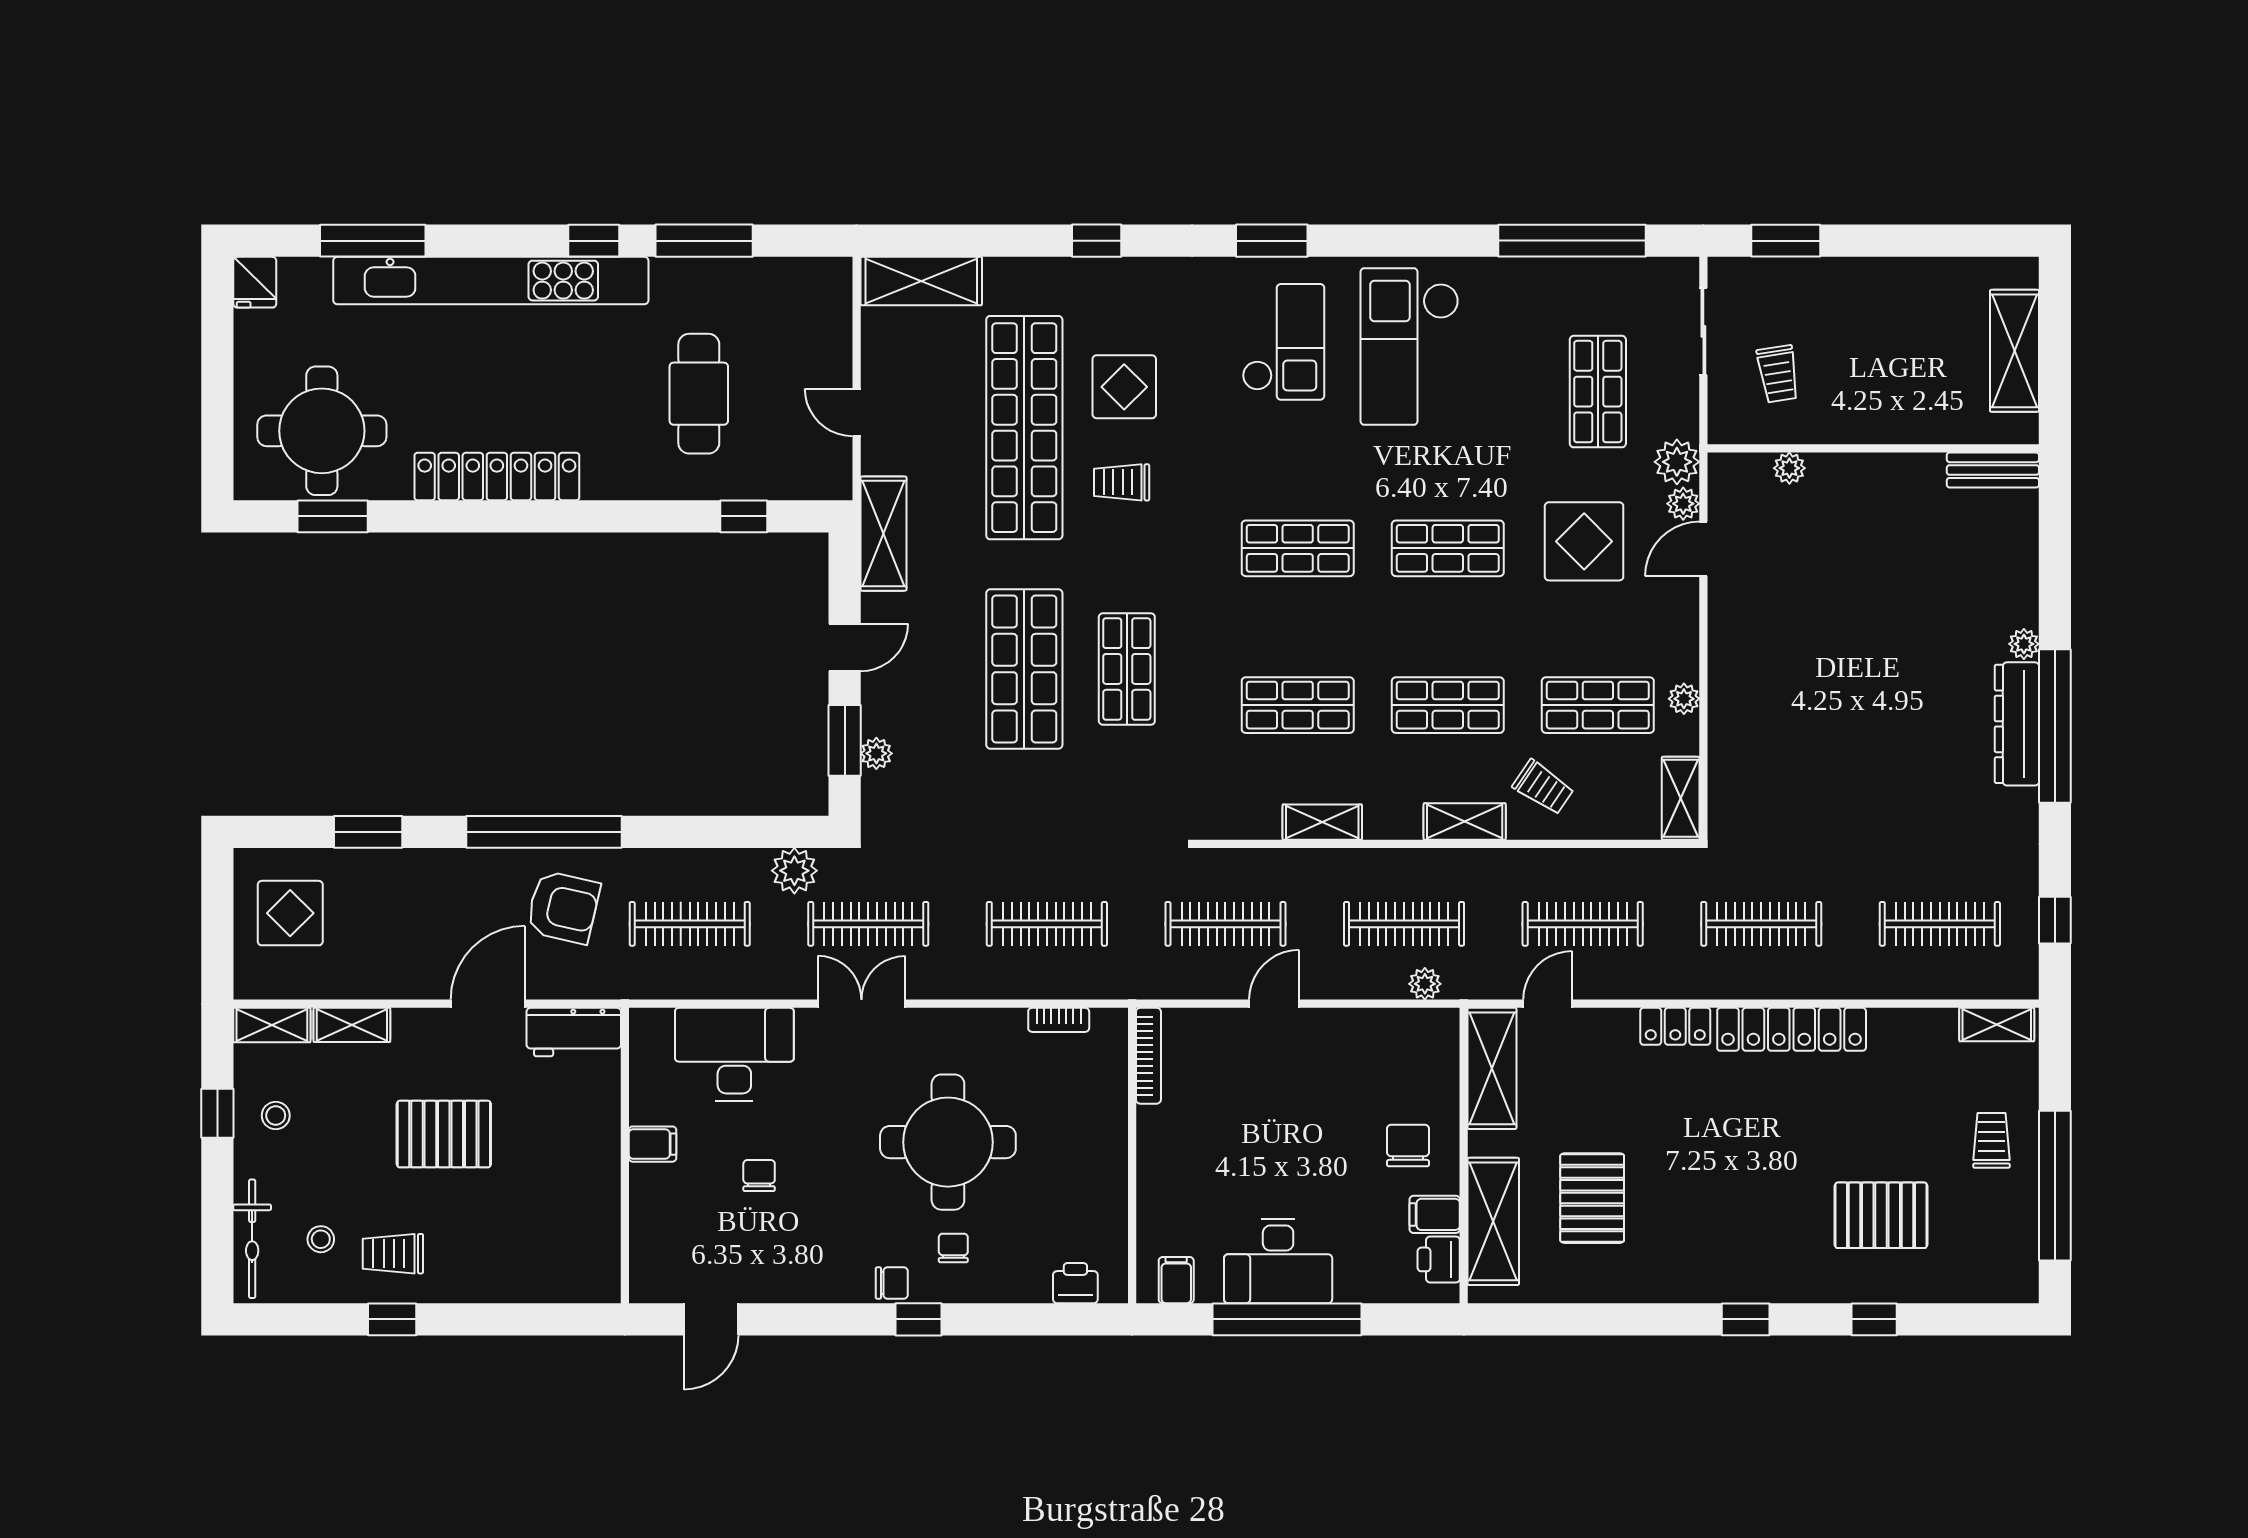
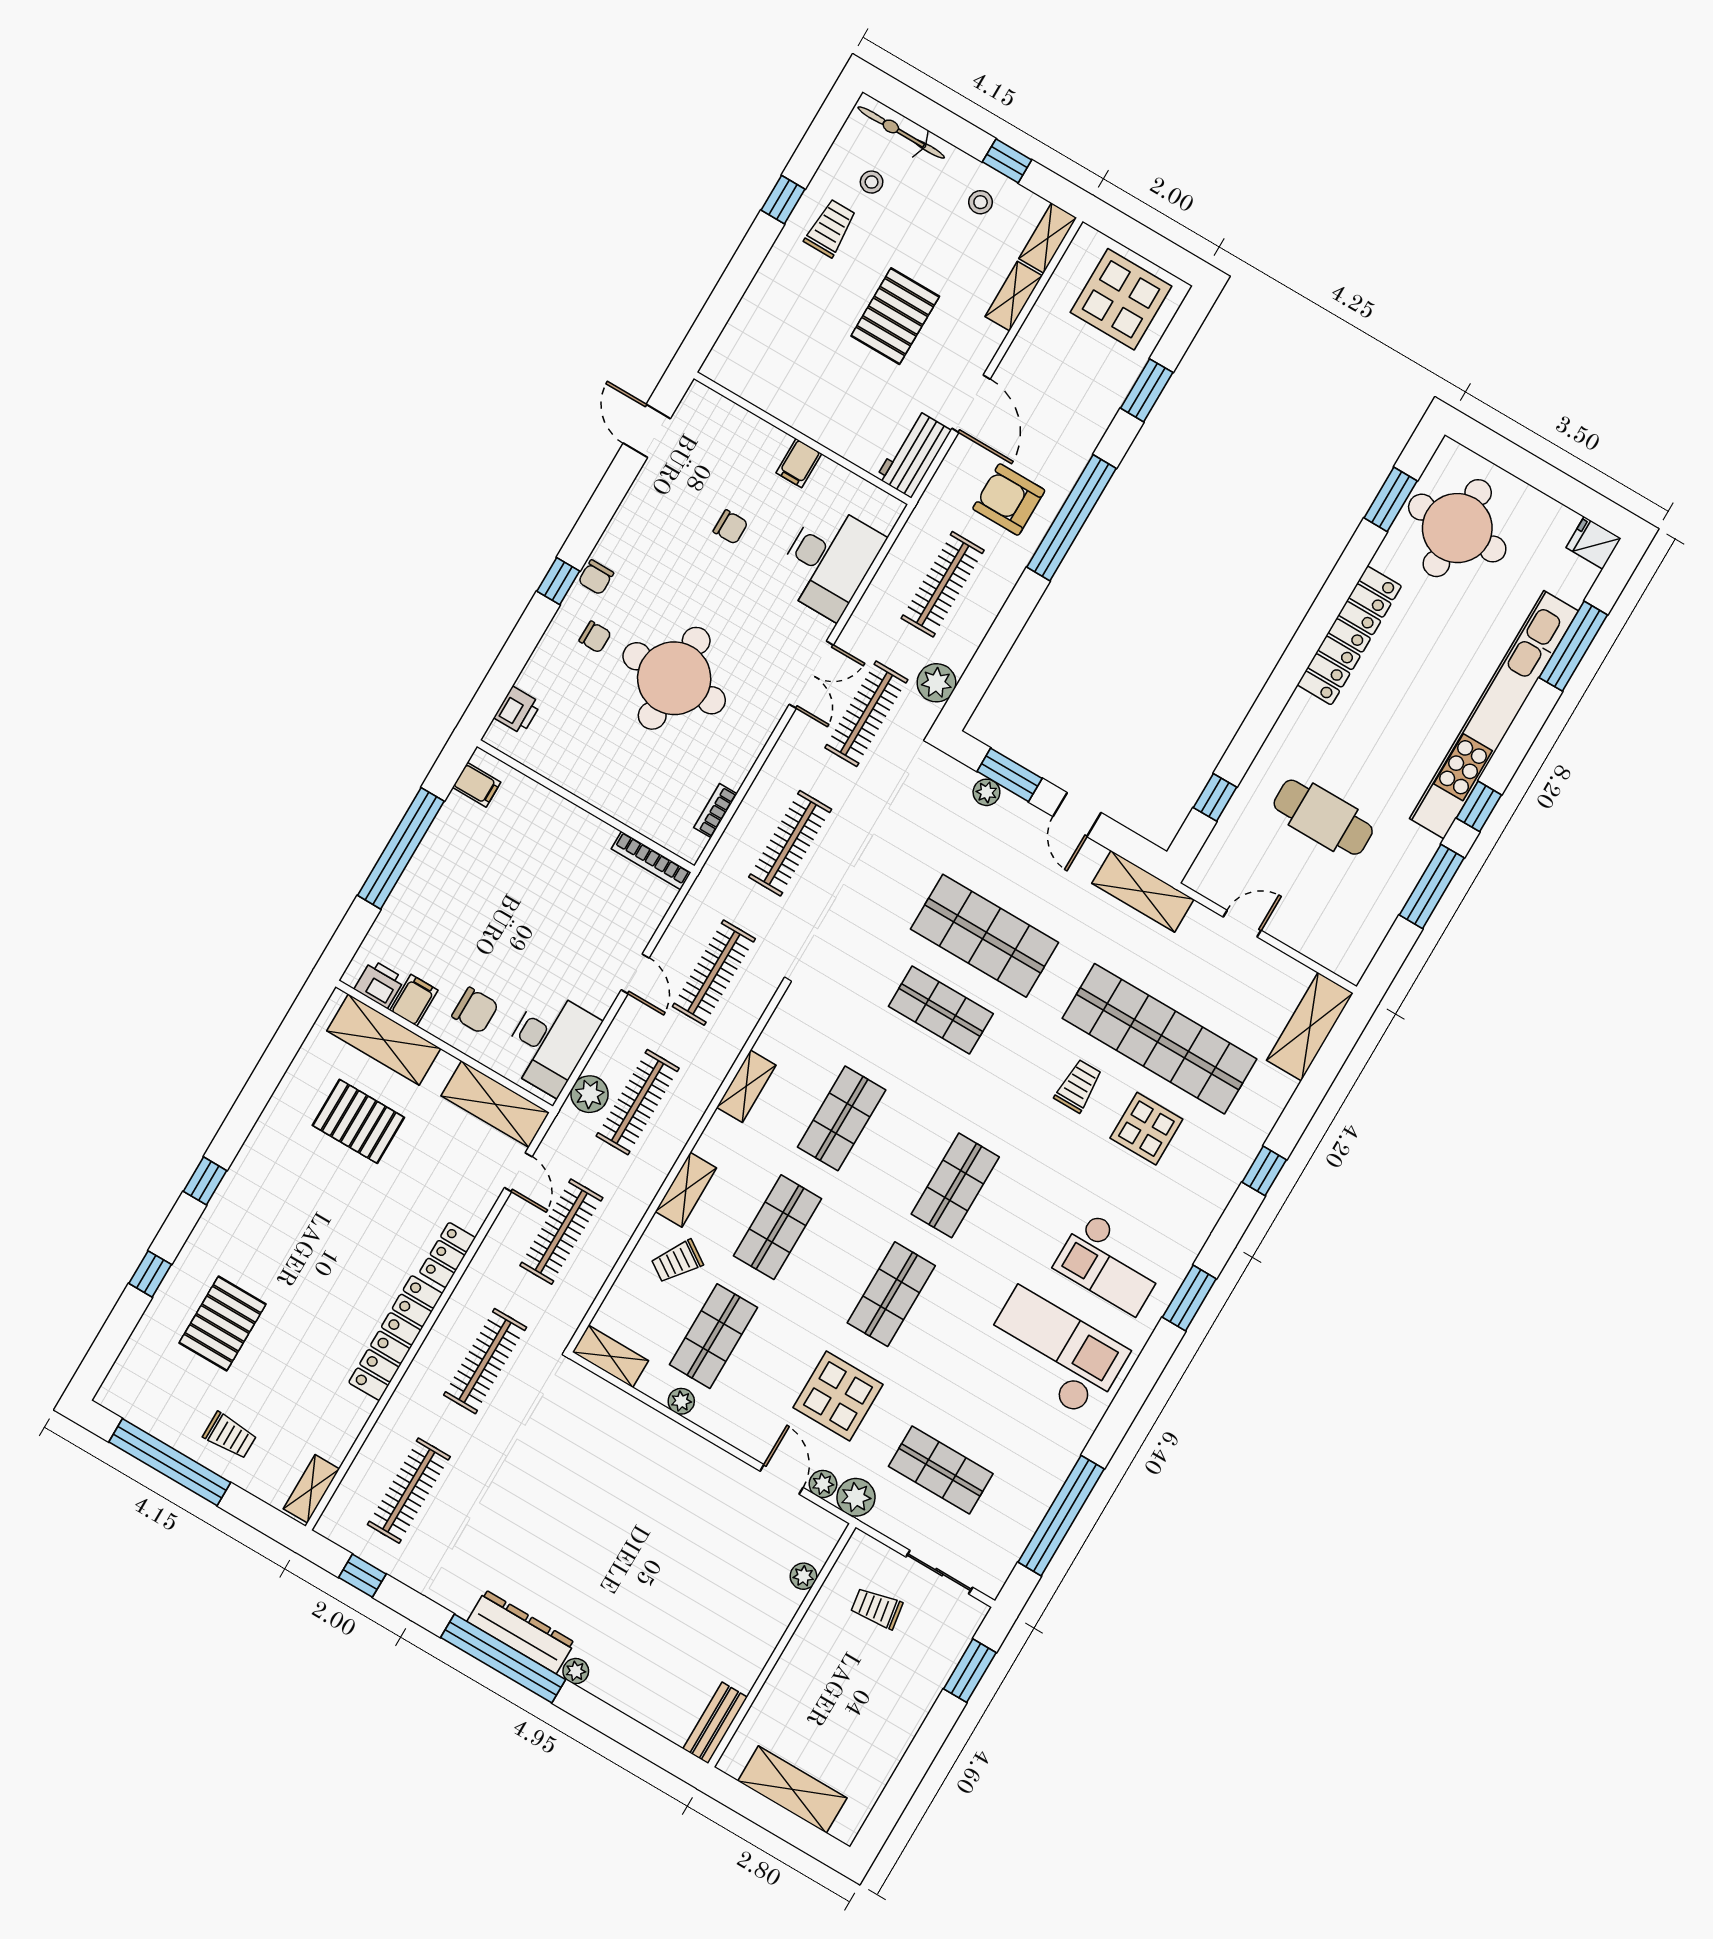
armchair: (563, 907) -> (1009, 500), turned 77
display table: (290, 913) -> (1121, 299), width x1.36, depth x1.36
plant: (1425, 984) -> (590, 1094), width x1.38, depth x1.38
desk: (1278, 1261) -> (550, 1042), moved, turned 180

